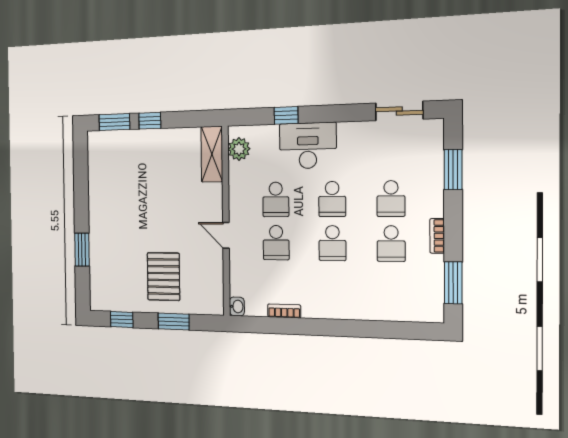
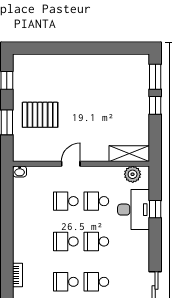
desk: (308, 146) -> (134, 210), moved
window: (82, 250) -> (59, 48), removed
bookcase: (284, 311) -> (18, 275), moved

